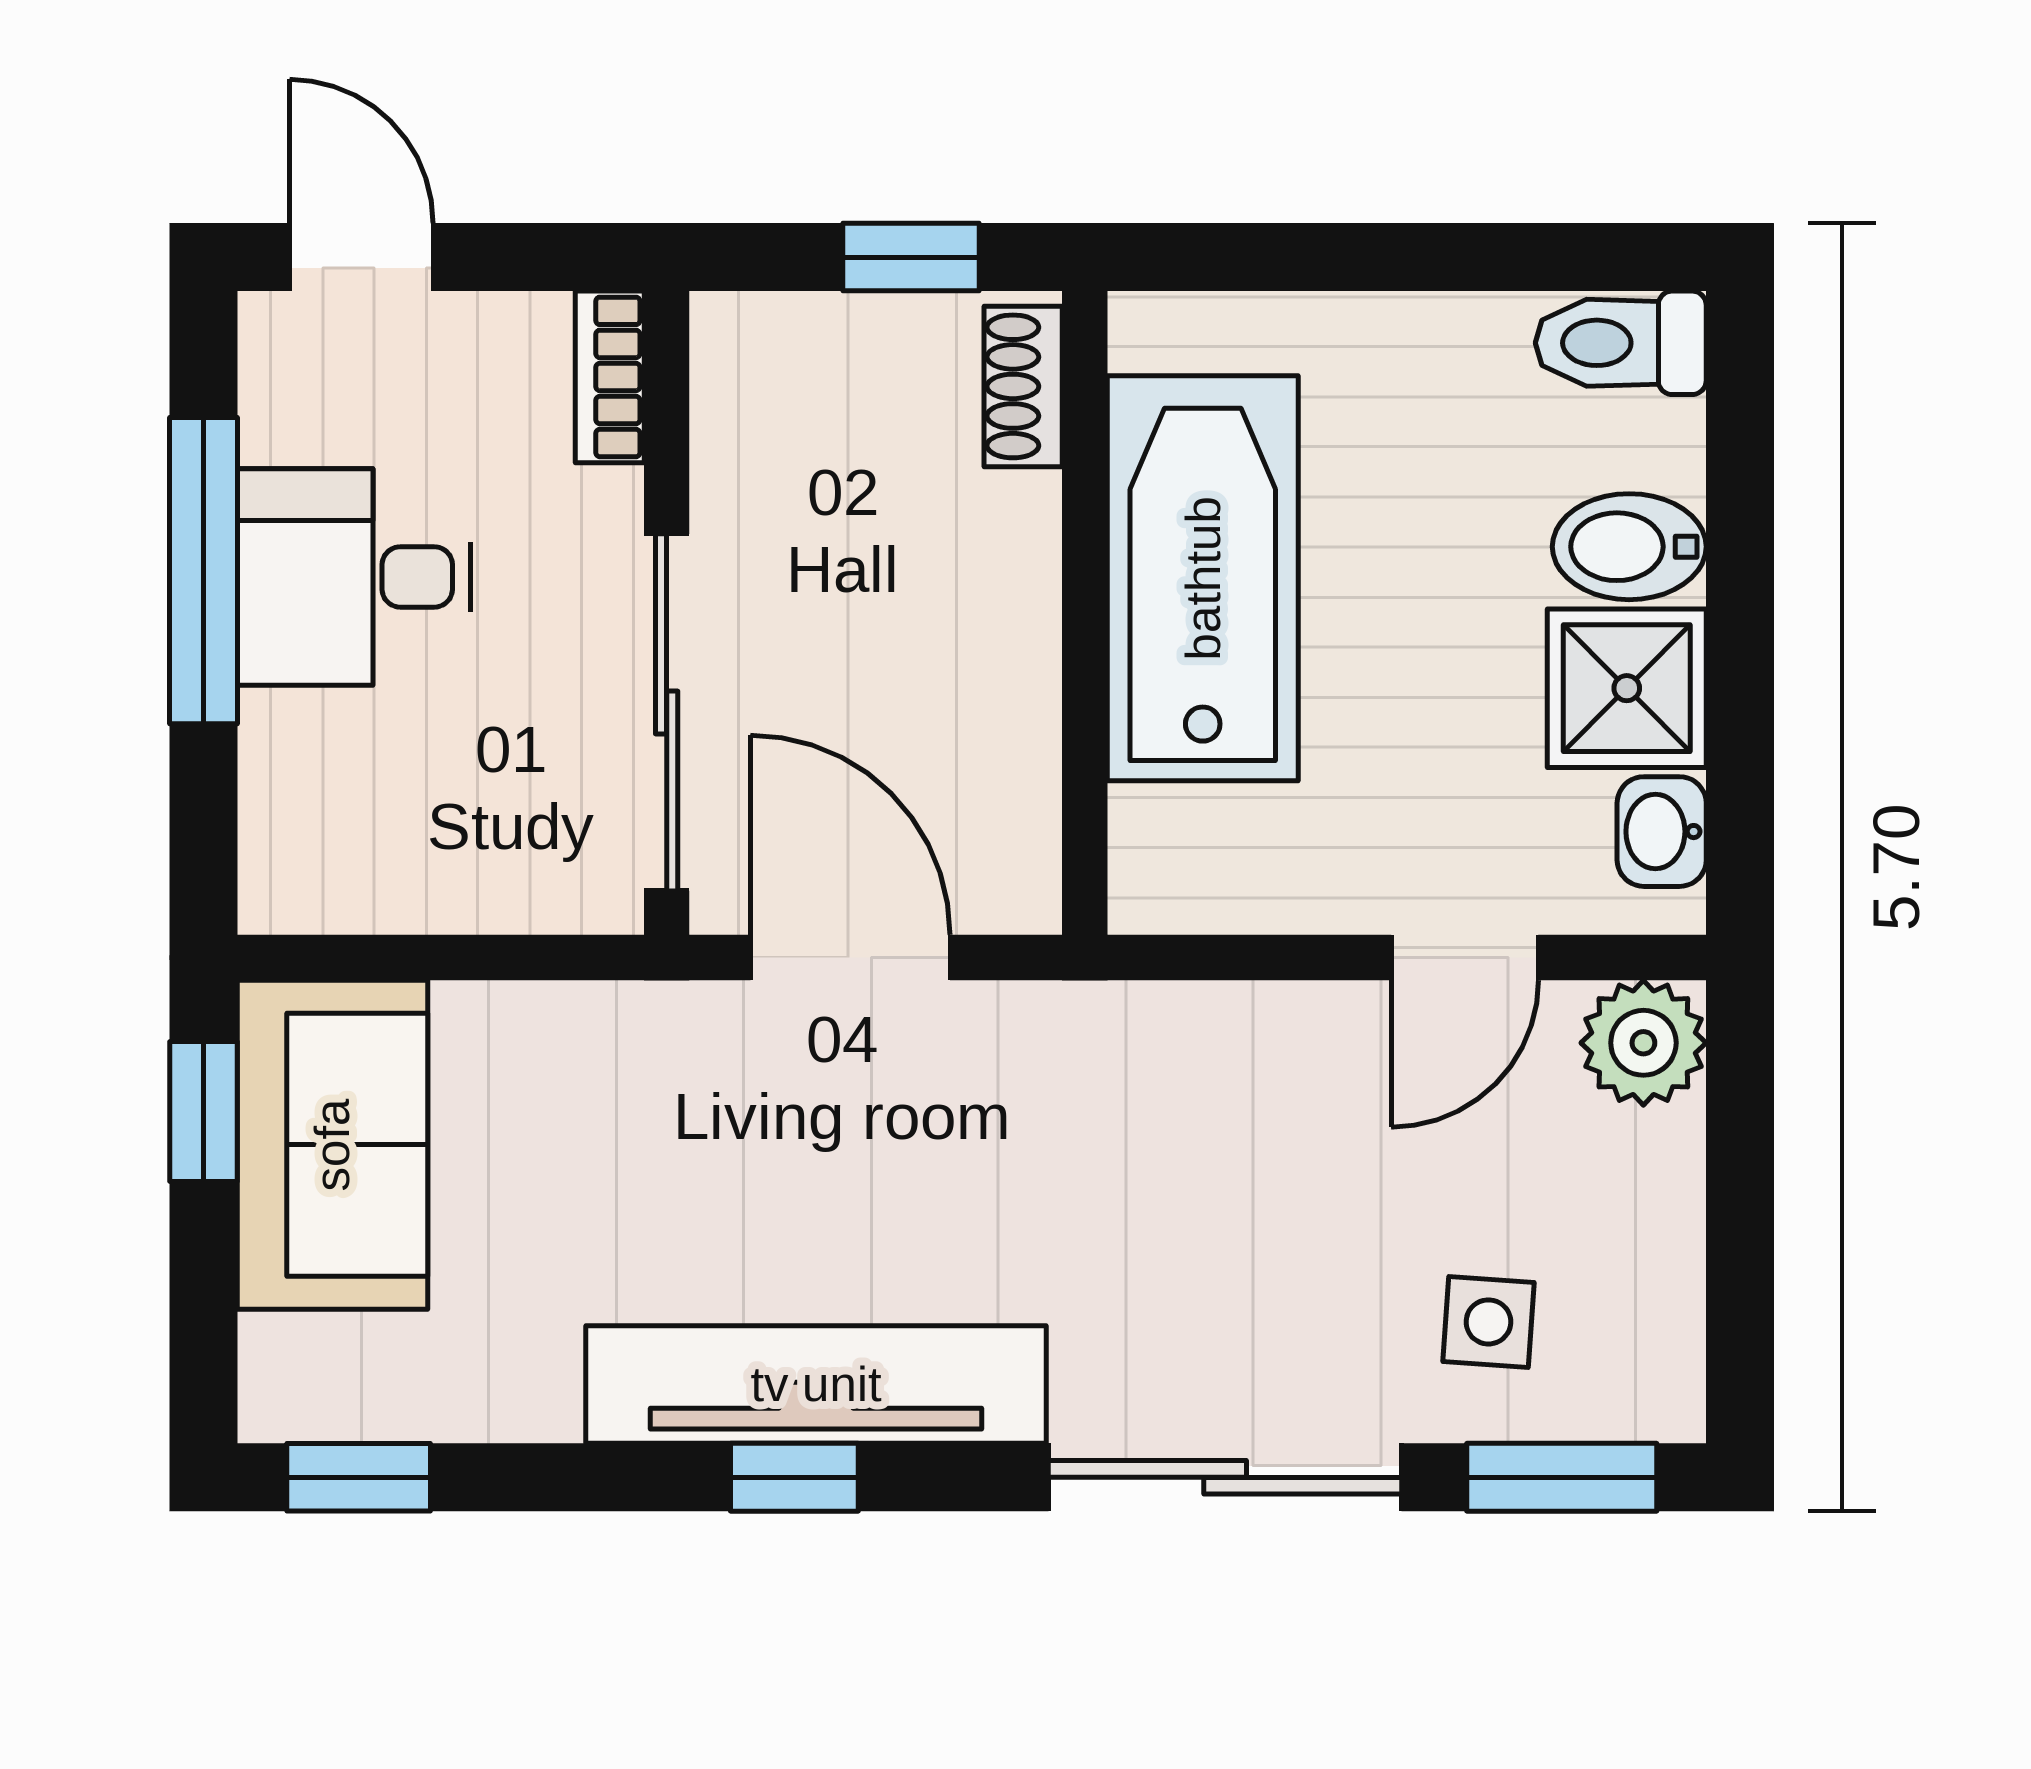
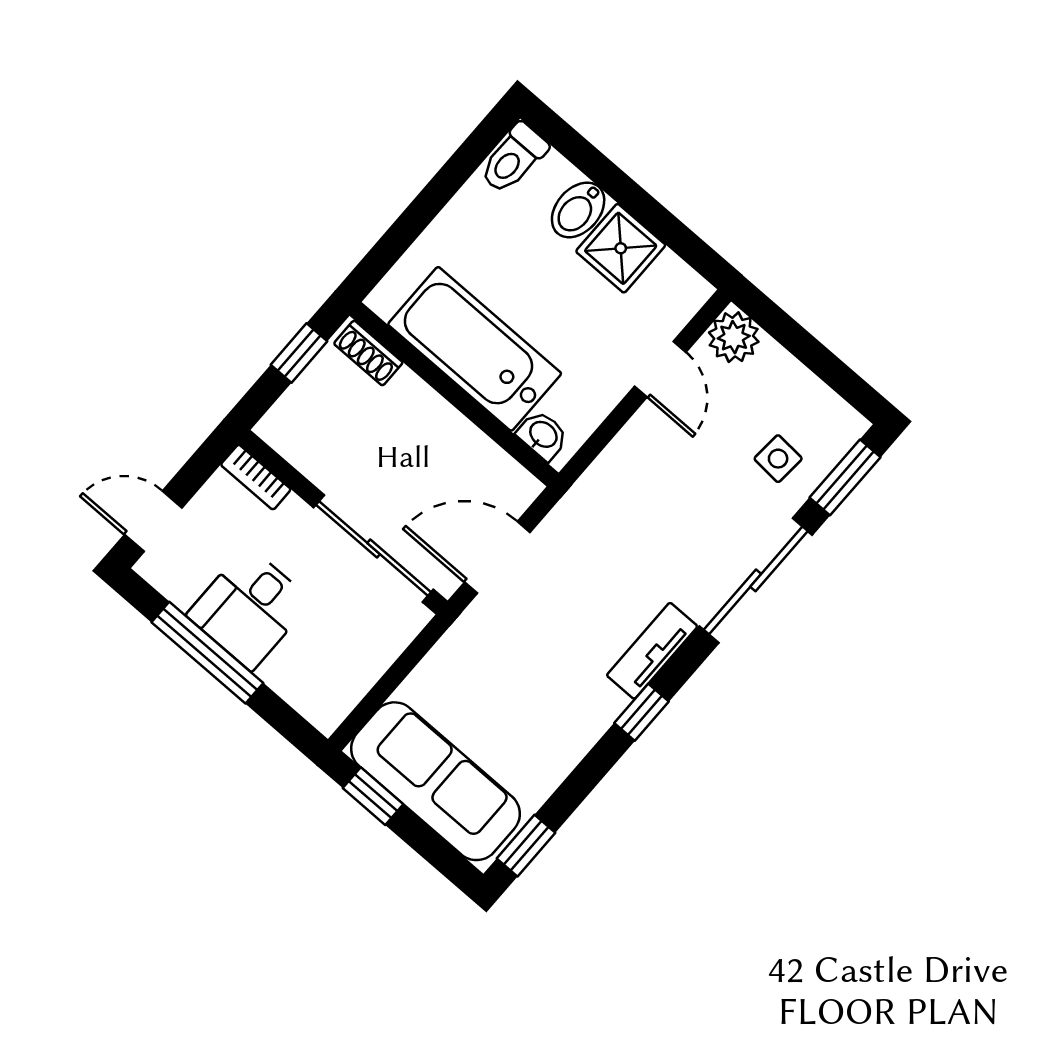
washbasin: (1662, 832) -> (543, 435), moved, turned 180
sofa: (332, 1145) -> (435, 781), width x1.36
tv unit: (816, 1384) -> (652, 651), width x0.52, depth x0.78

